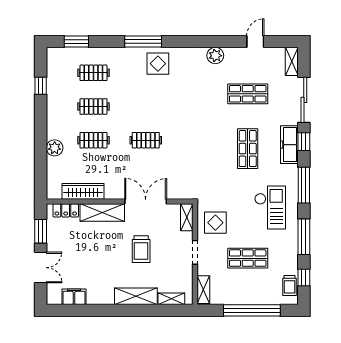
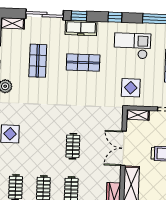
window: (304, 185) -> (115, 17), width x0.46
display table: (215, 223) -> (131, 88), moved

